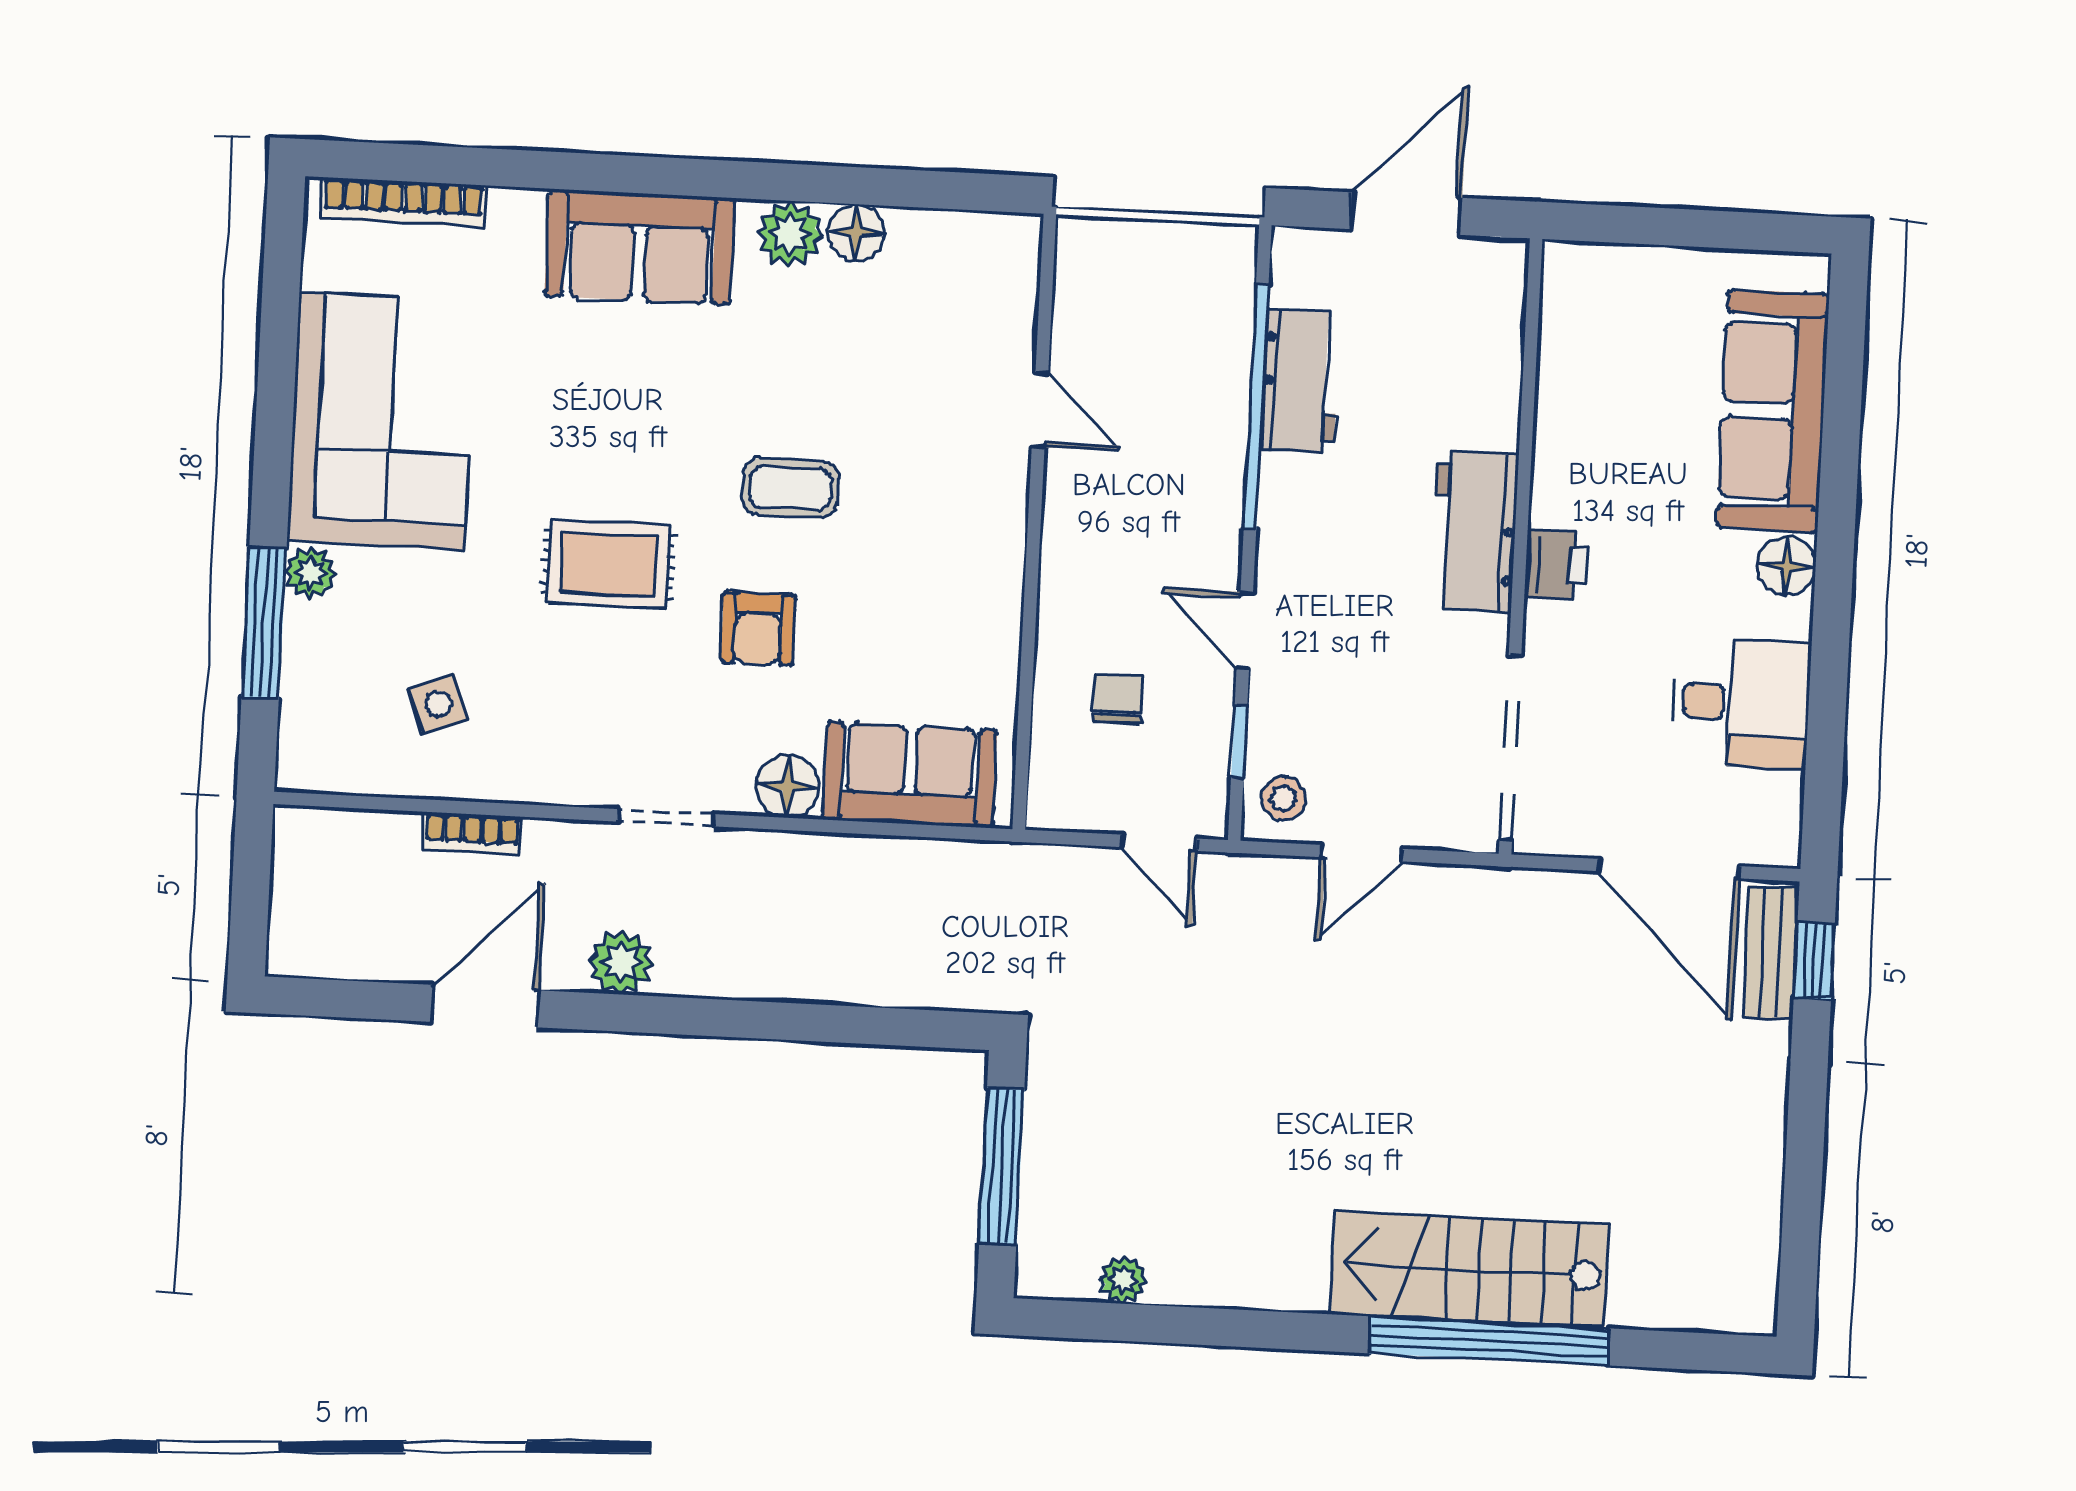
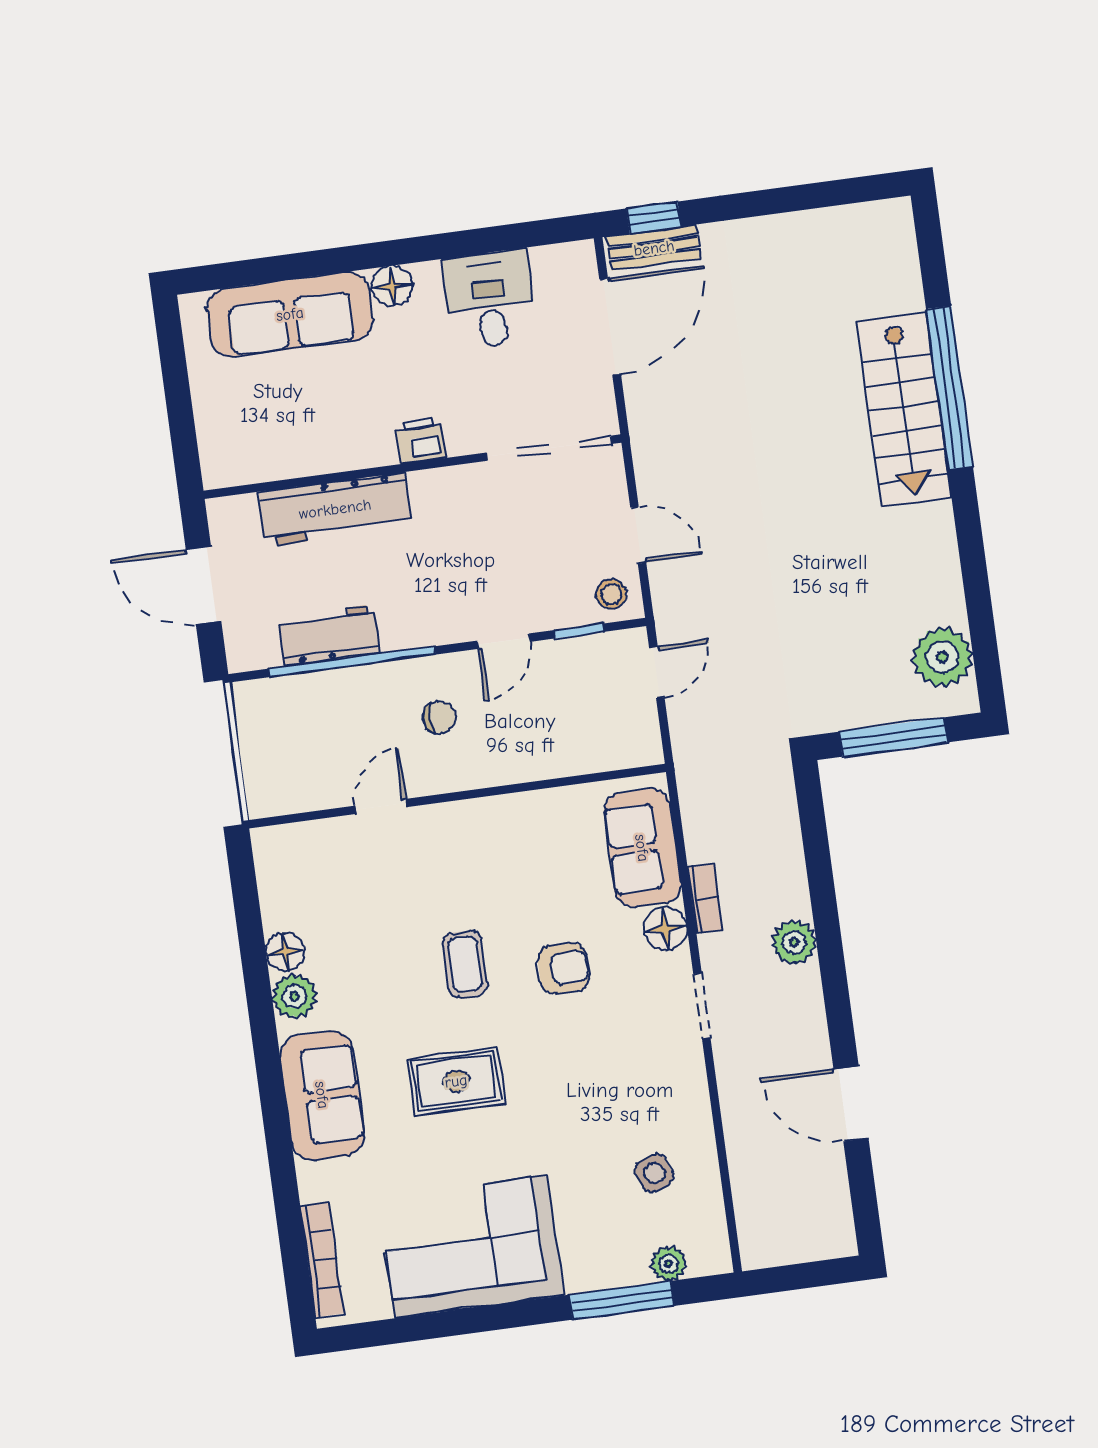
workbench: (1474, 532) -> (335, 509), moved, width x1.37
rug: (609, 564) -> (456, 1081), moved, turned 90
plant: (311, 573) -> (669, 1264), moved
chair: (1118, 699) -> (439, 717), moved, turned 180
bookcase: (472, 834) -> (705, 898), moved
plant: (621, 962) -> (794, 942), moved
plant: (1123, 1280) -> (942, 657), width x1.87, depth x1.87

